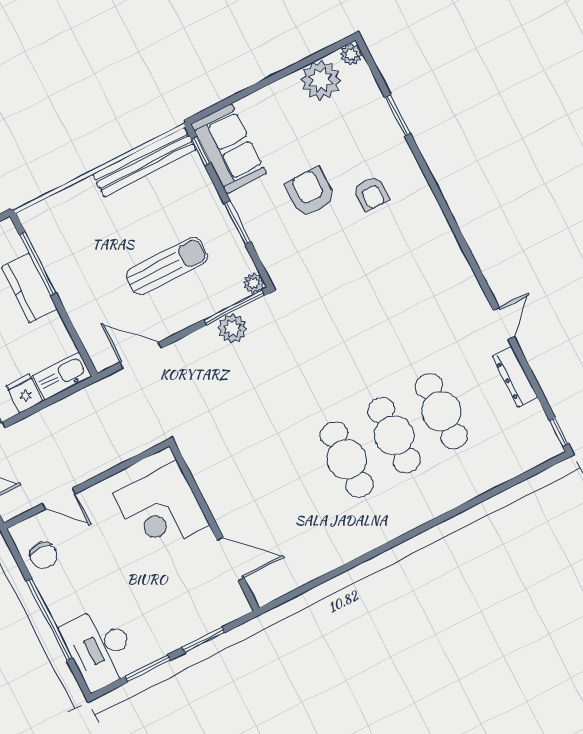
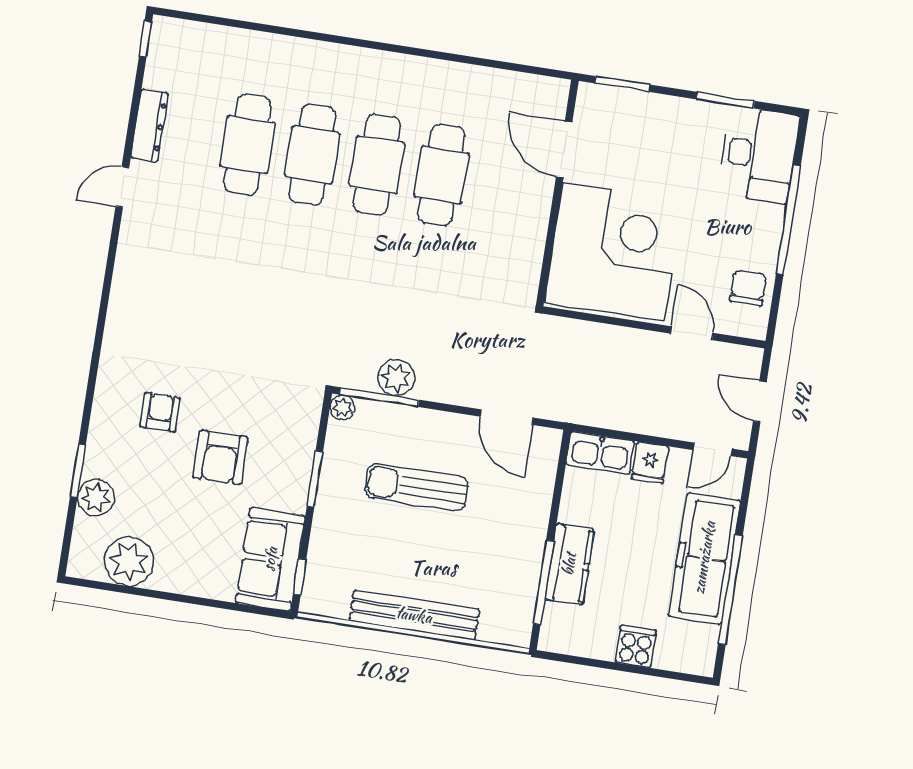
plant: (351, 54) -> (96, 497), moved, width x1.38, depth x1.38
bench: (144, 162) -> (414, 615), moved
cafe table: (299, 484) -> (441, 175), added
corner desk: (161, 509) -> (614, 252), width x1.36, depth x1.36
window: (203, 640) -> (622, 84), moved

